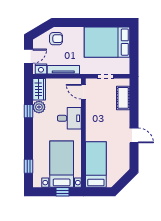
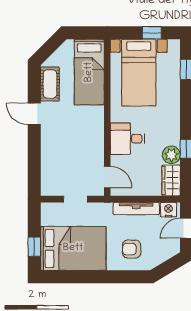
armchair: (56, 39) -> (132, 249), moved
window: (134, 43) -> (34, 247), added
cot: (123, 98) -> (50, 84), moved
window: (63, 192) -> (152, 33), moved

